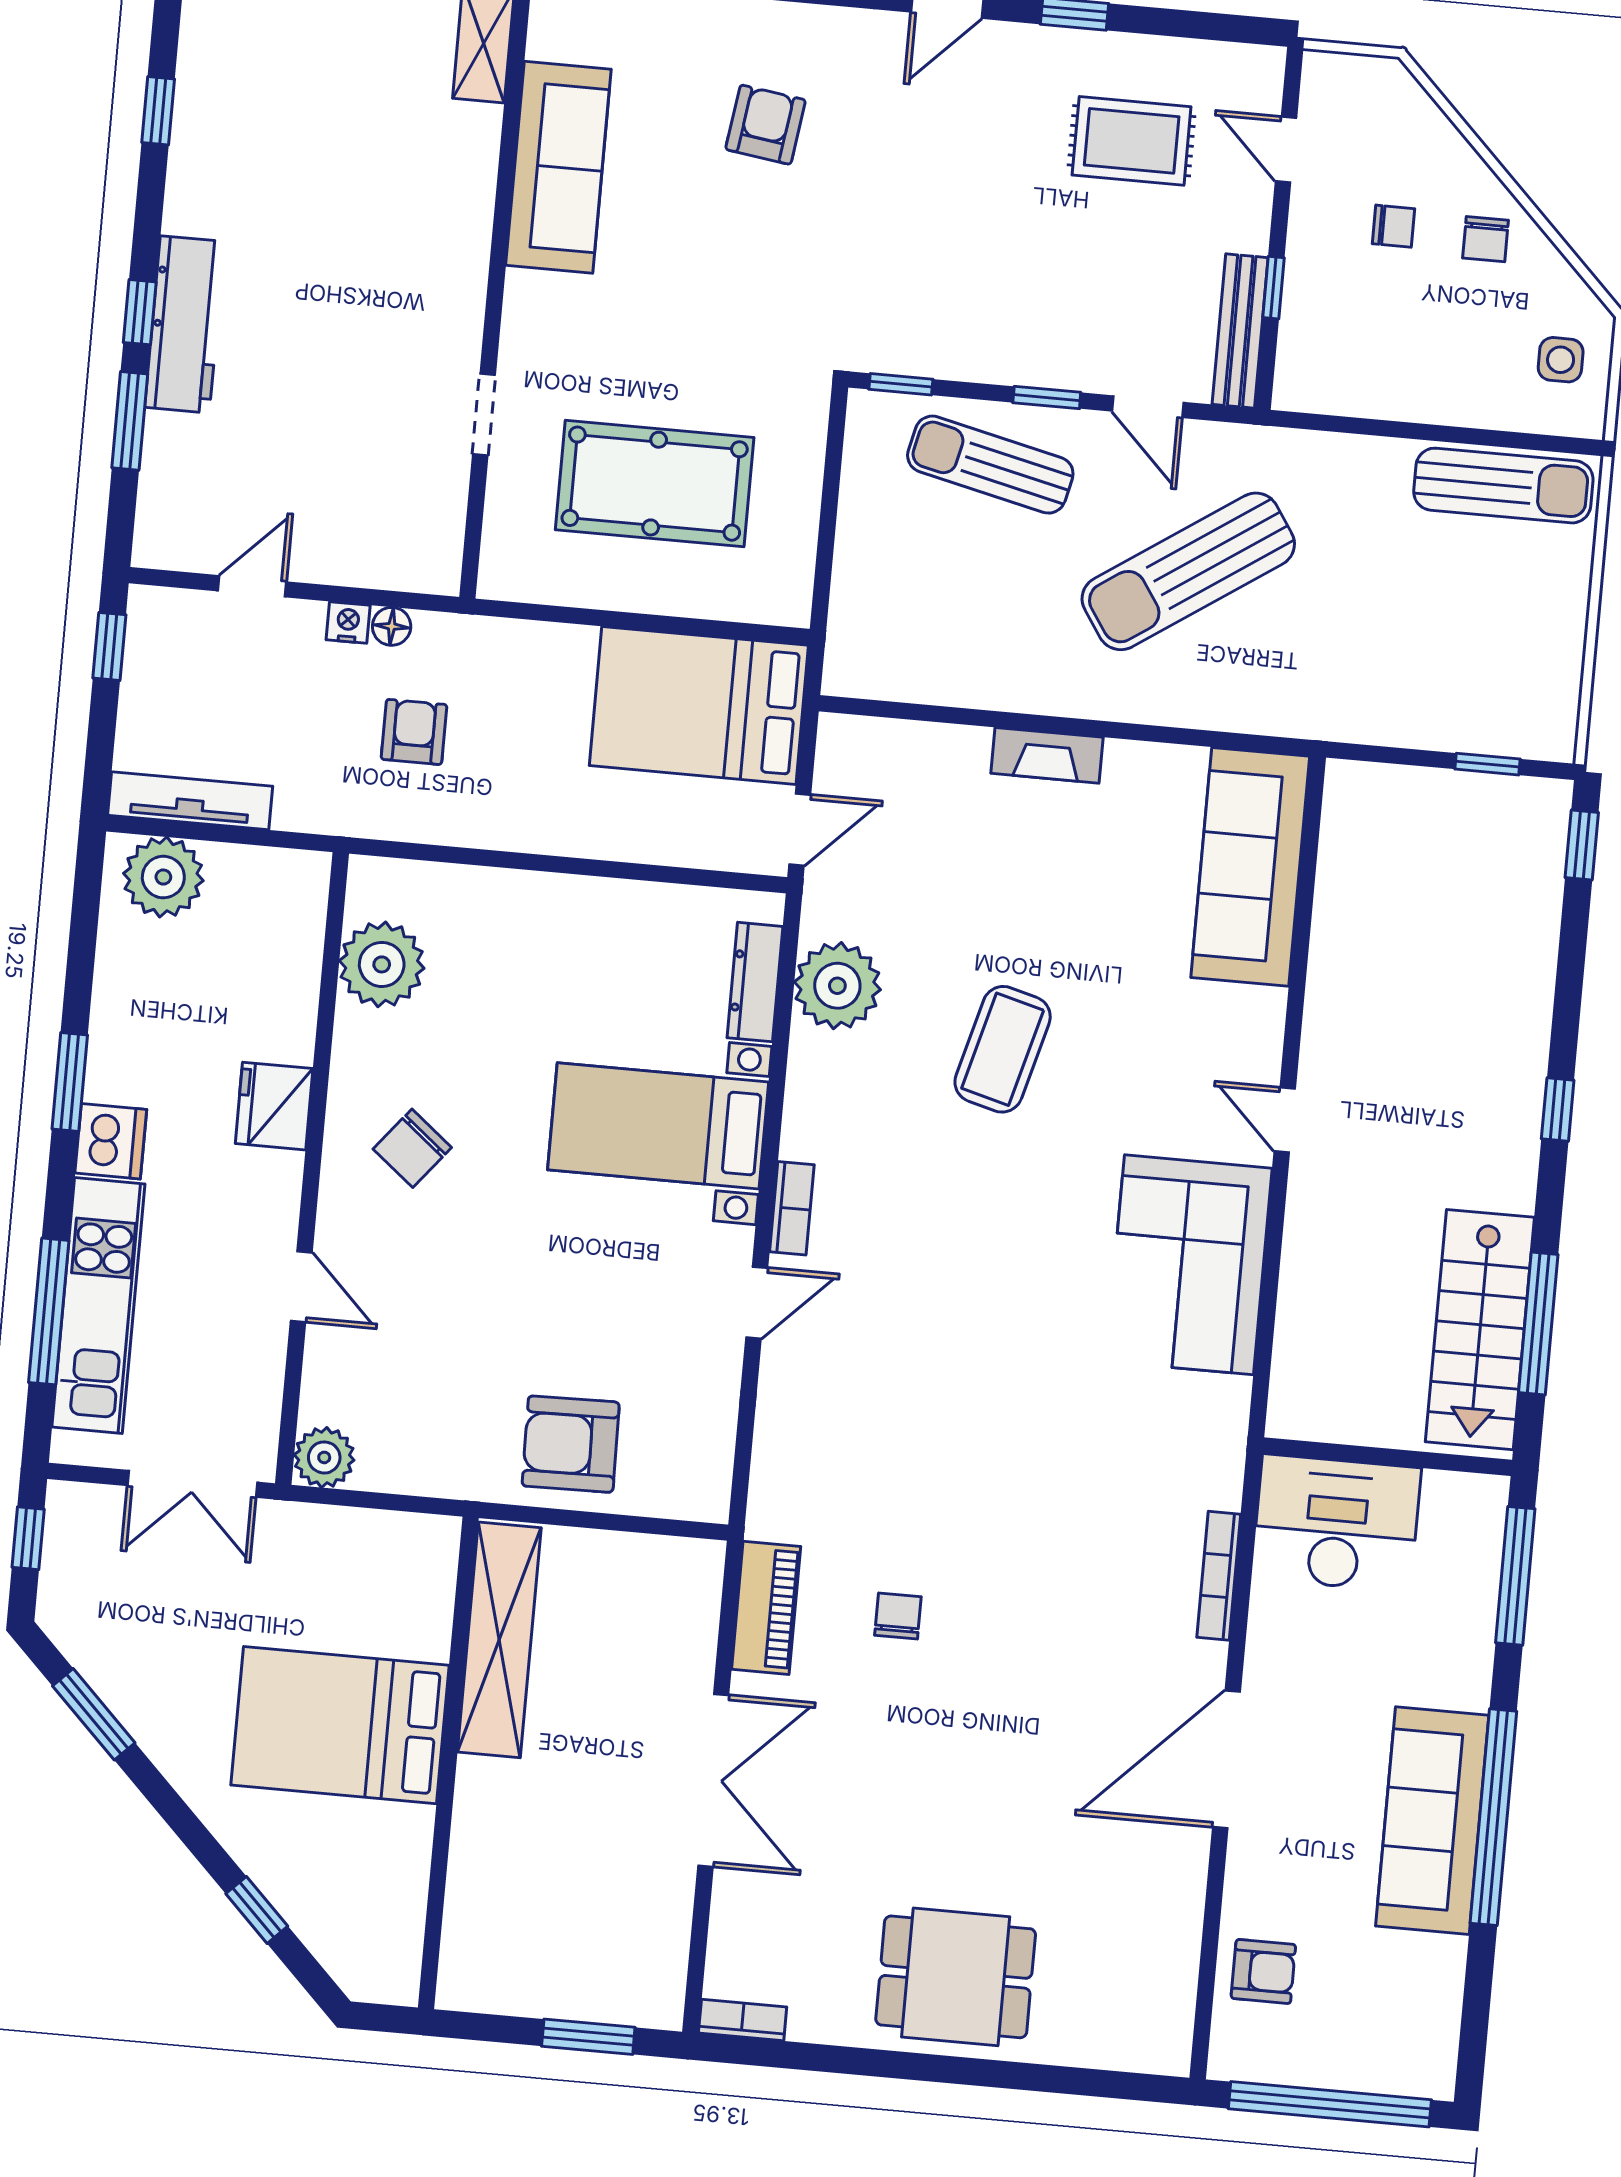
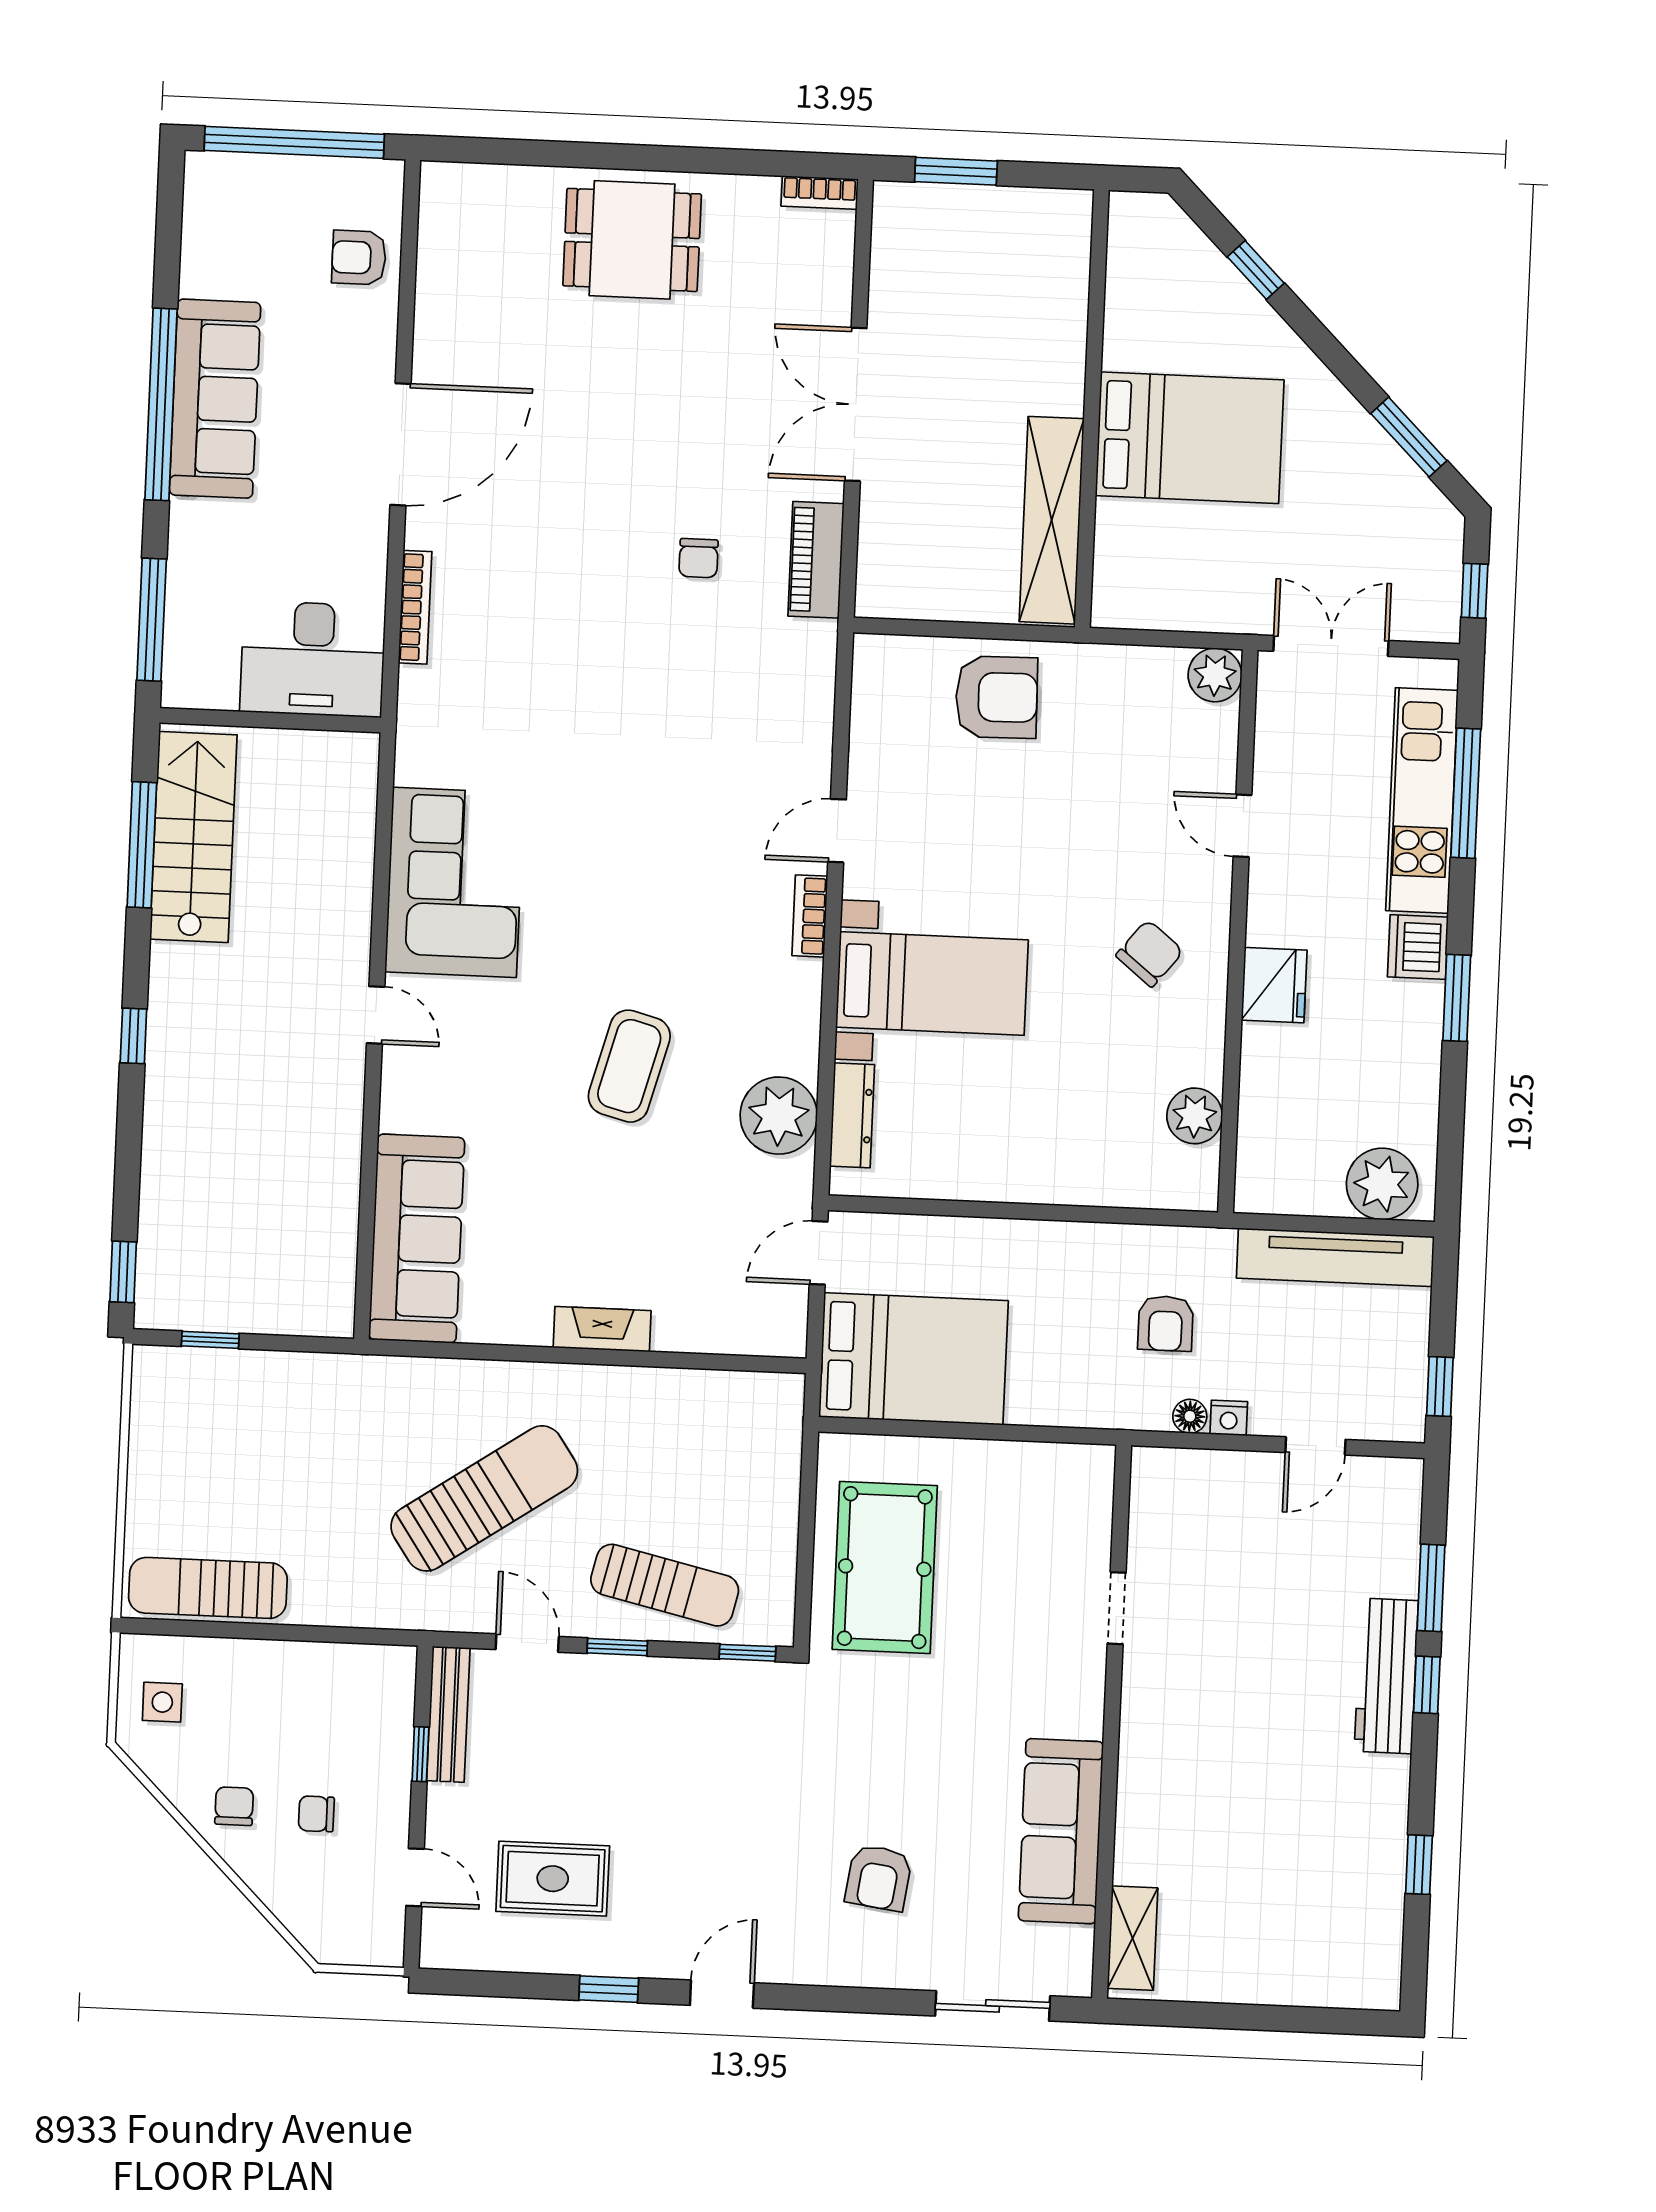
pool table: (655, 484) -> (885, 1568), moved, turned 90
tv unit: (190, 801) -> (1335, 1257), width x1.36, depth x1.29
plant: (382, 964) -> (1195, 1116), width x0.73, depth x0.73

